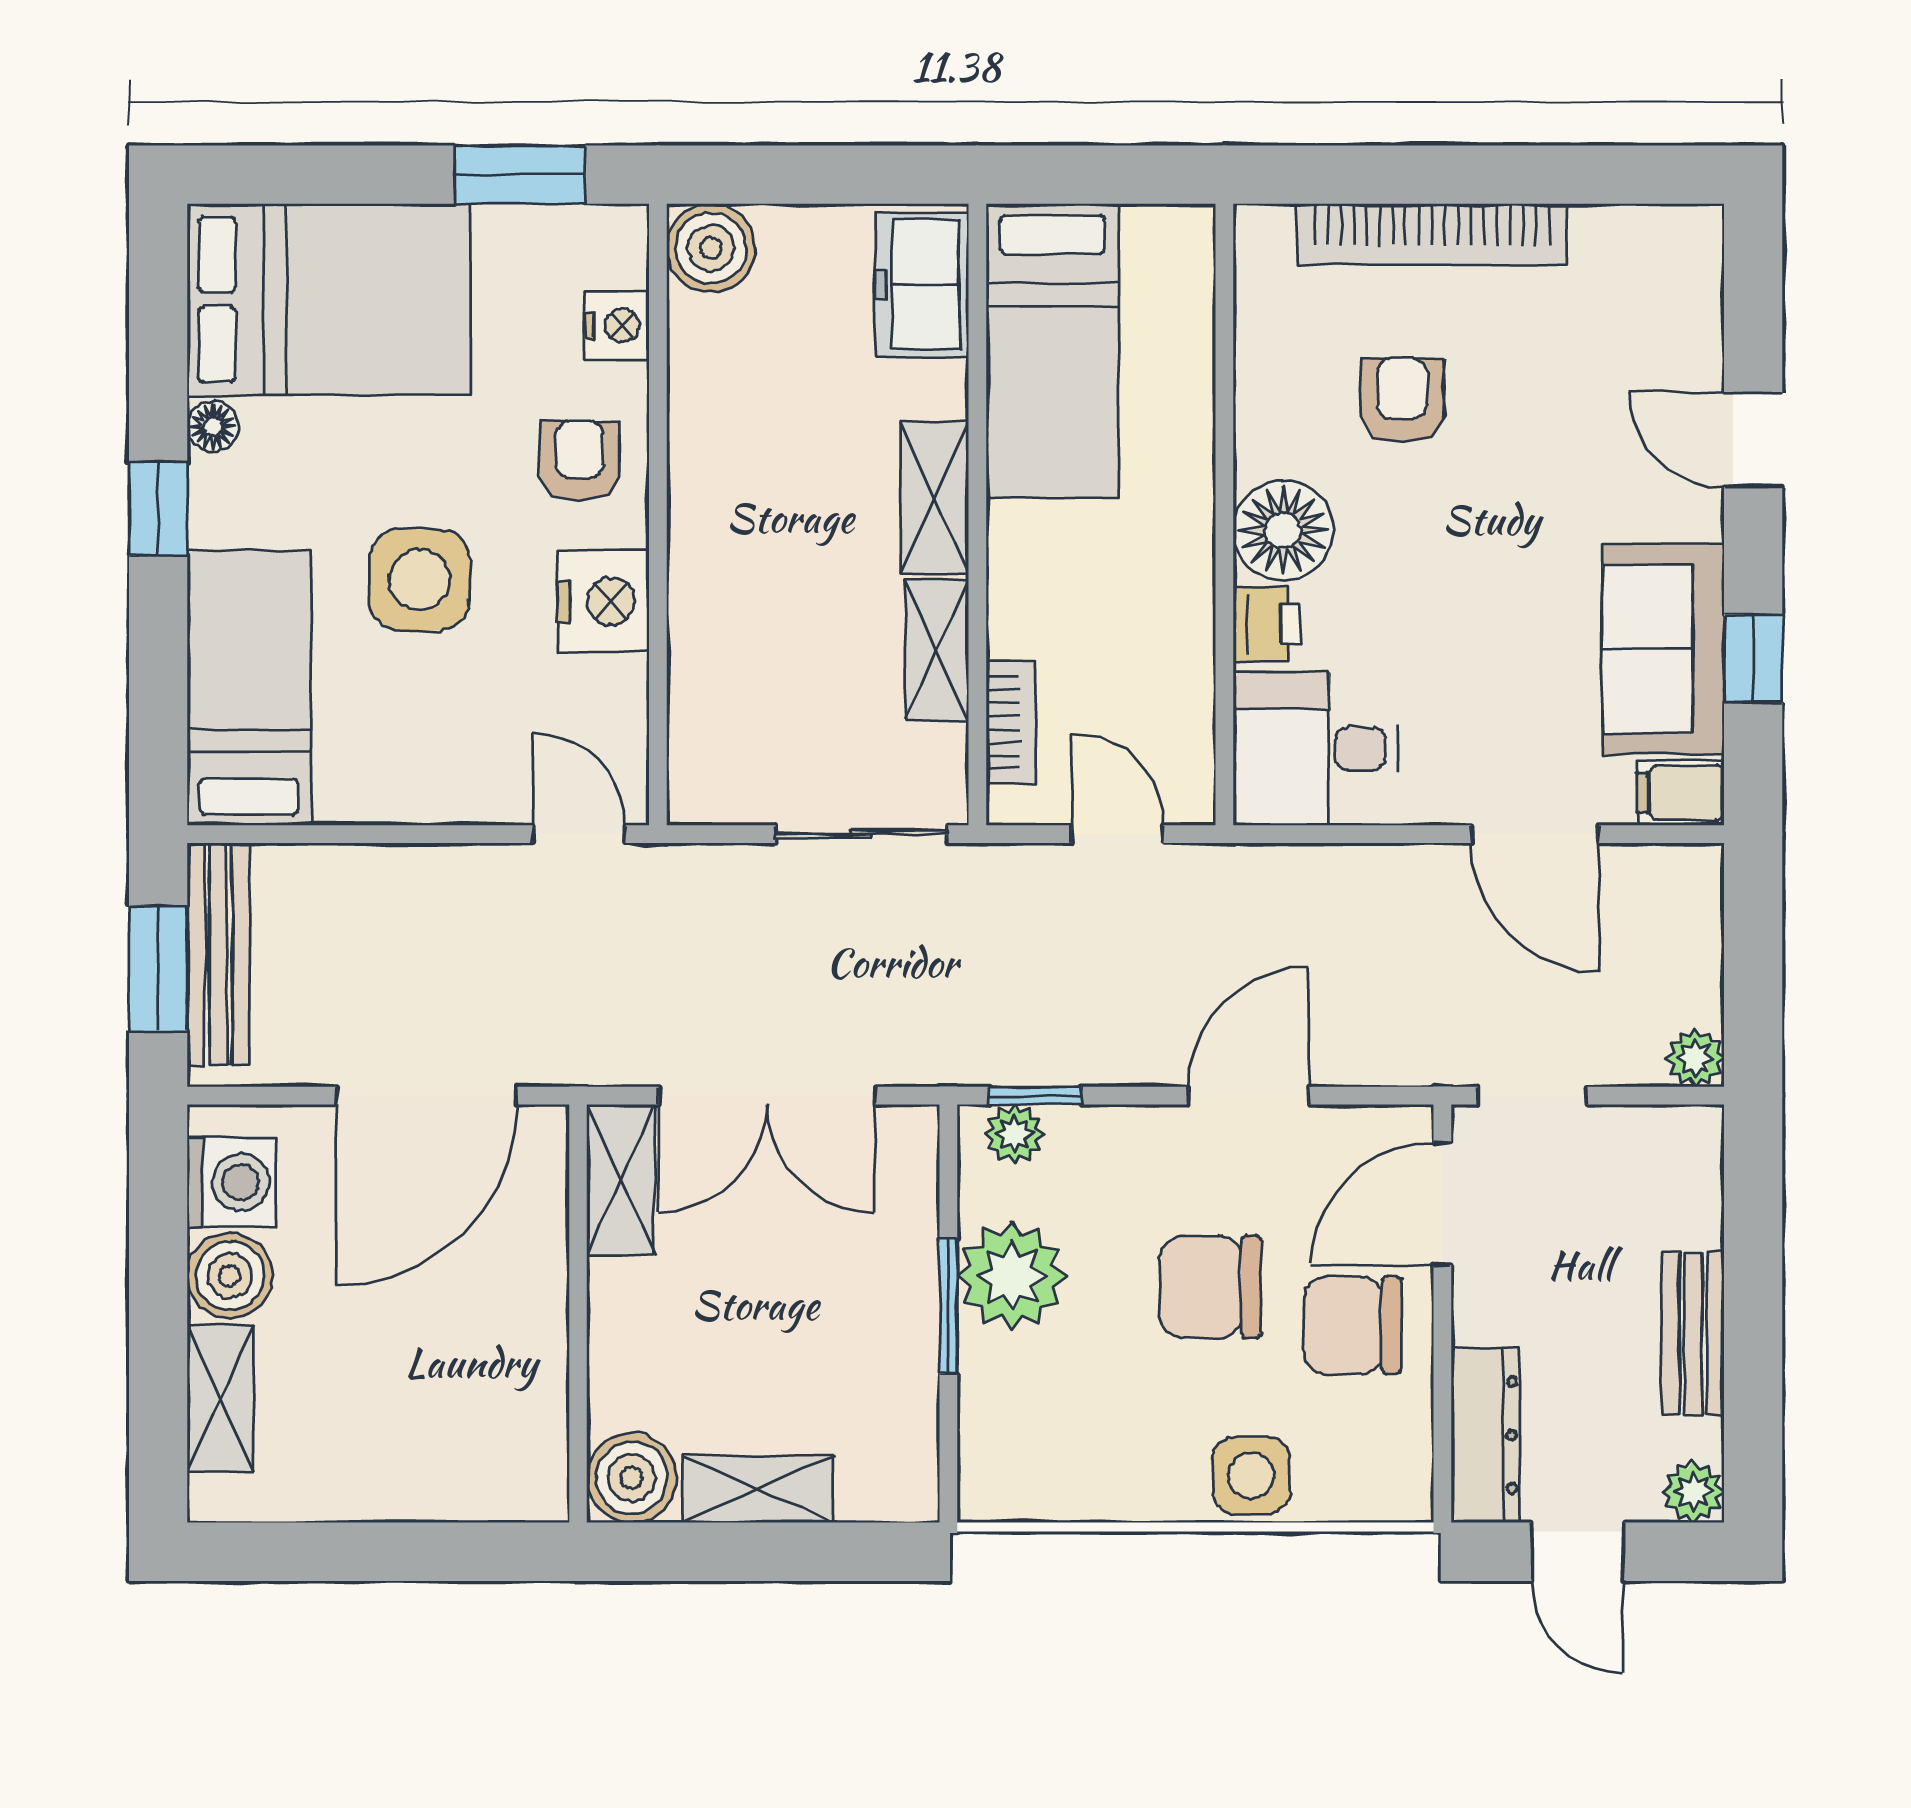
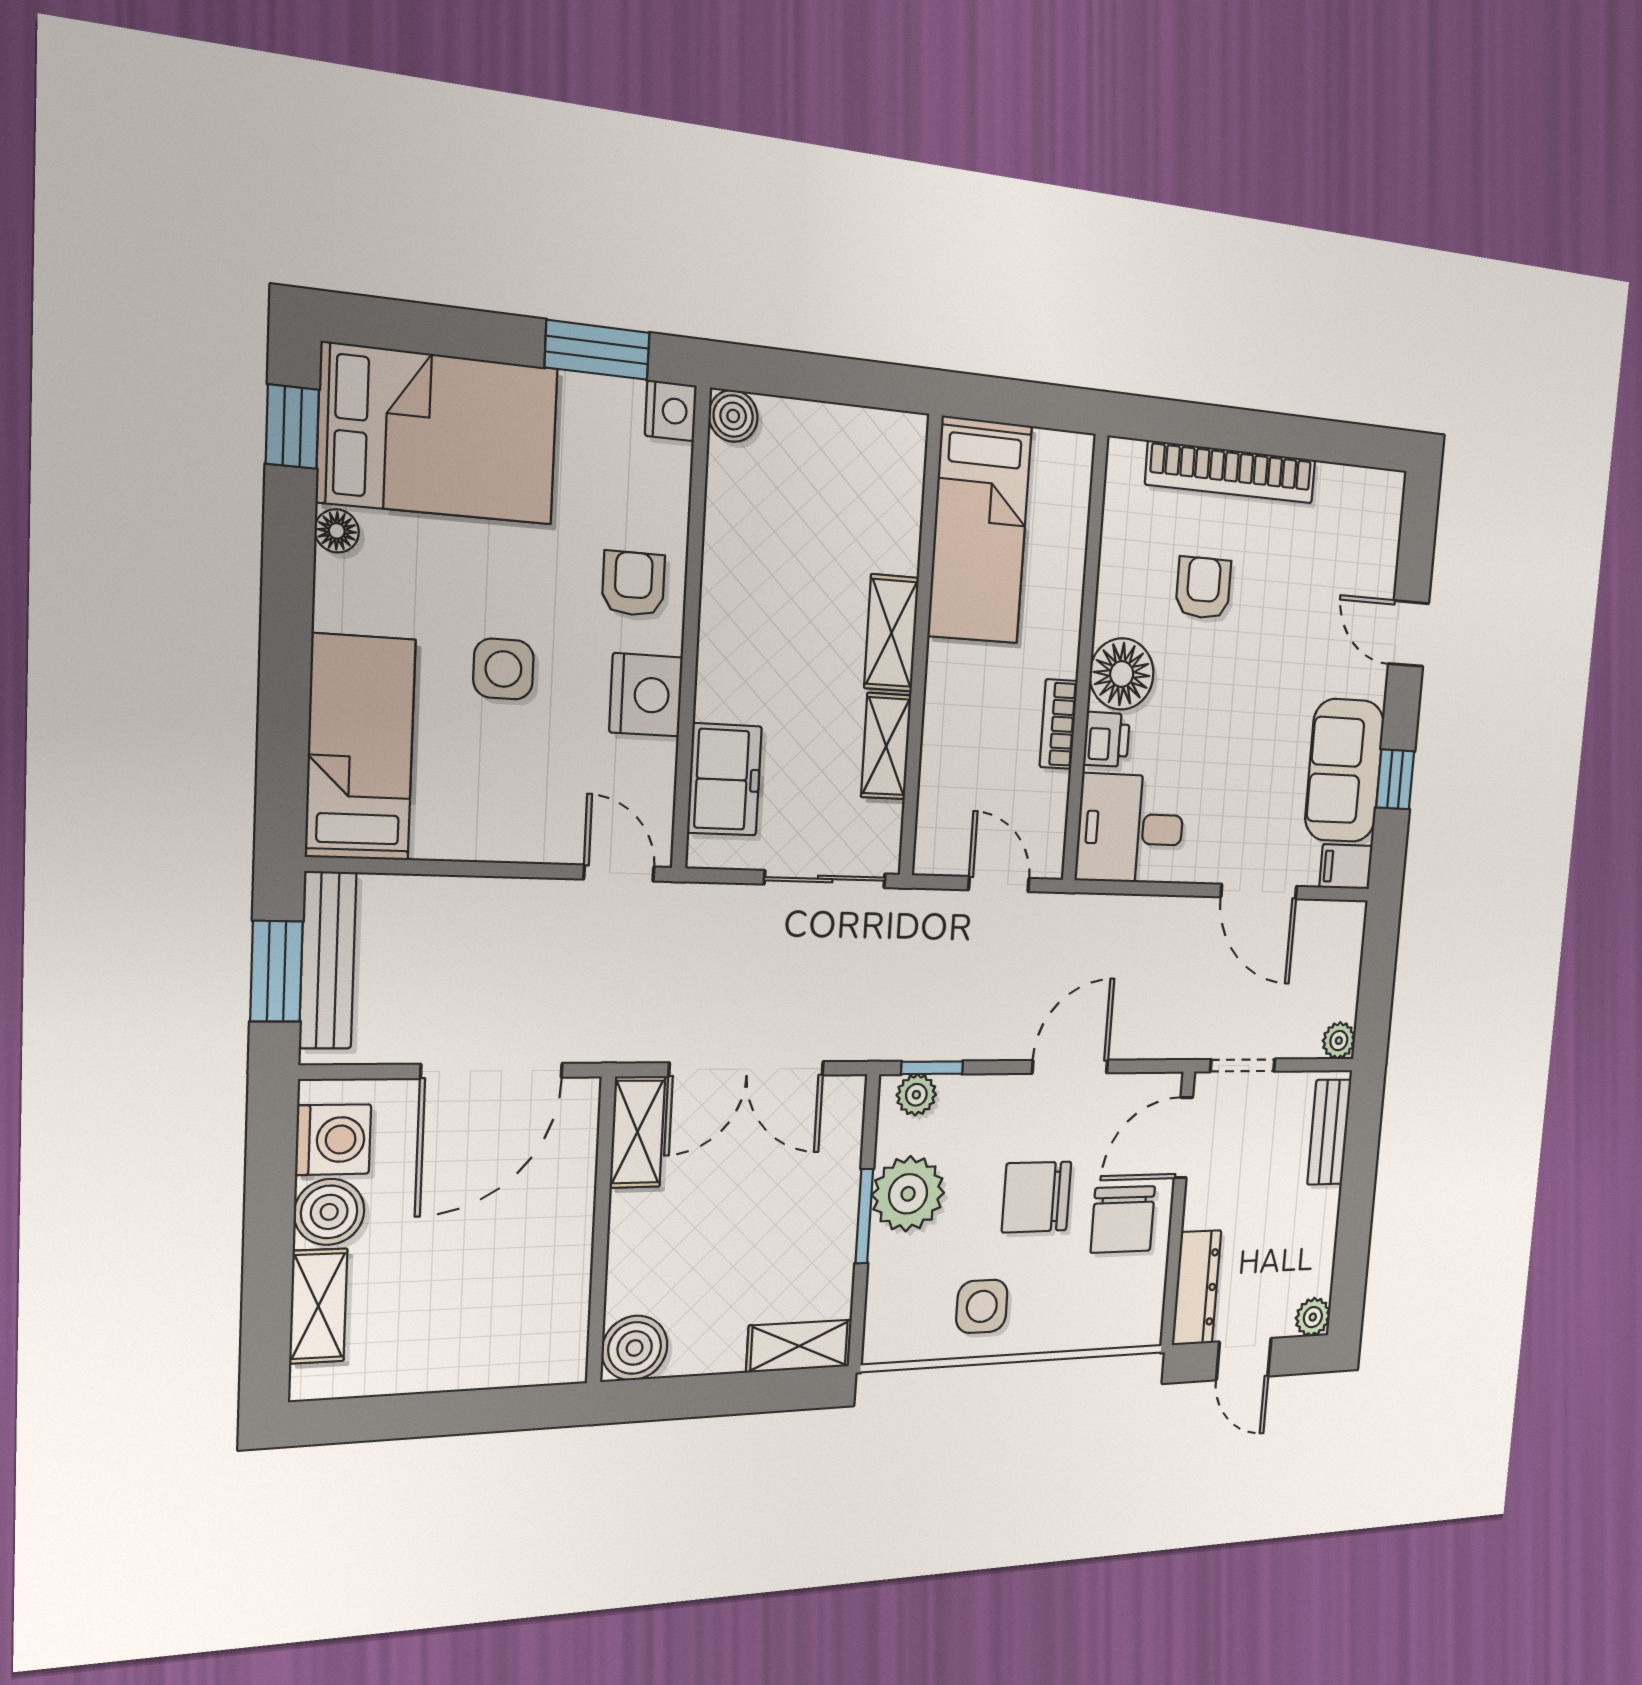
boiler: (711, 248) -> (733, 416), width x0.73, depth x0.73
freezer: (922, 285) -> (724, 779), moved, turned 180
nightstand: (617, 326) -> (671, 411), moved
window: (158, 509) -> (292, 427), moved
side table: (420, 580) -> (503, 669), width x0.73, depth x0.73
bookcase: (1011, 722) -> (1059, 724), moved, turned 180
chair: (1352, 1325) -> (1123, 1219), turned -90
bench: (1693, 1334) -> (1329, 1132), moved
side table: (1251, 1475) -> (982, 1306), moved
shelving: (757, 1489) -> (799, 1346), moved

